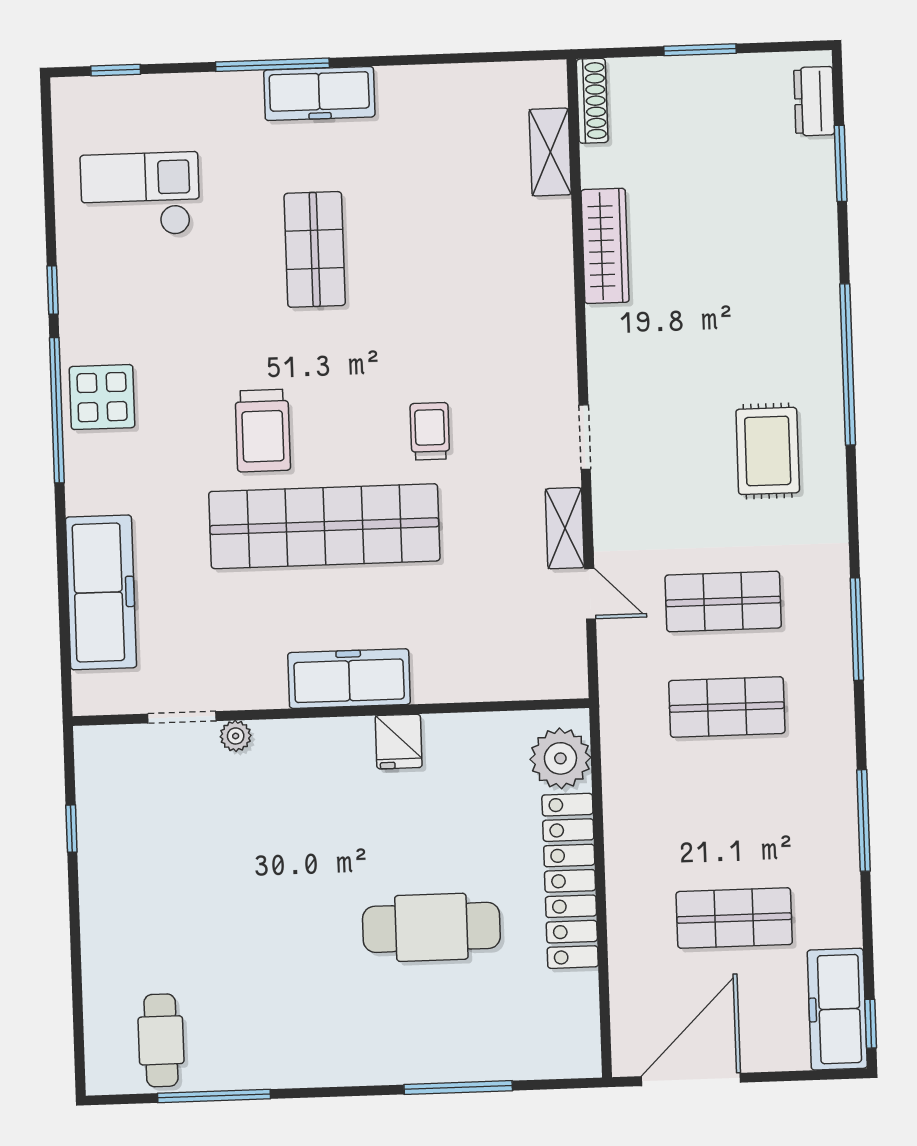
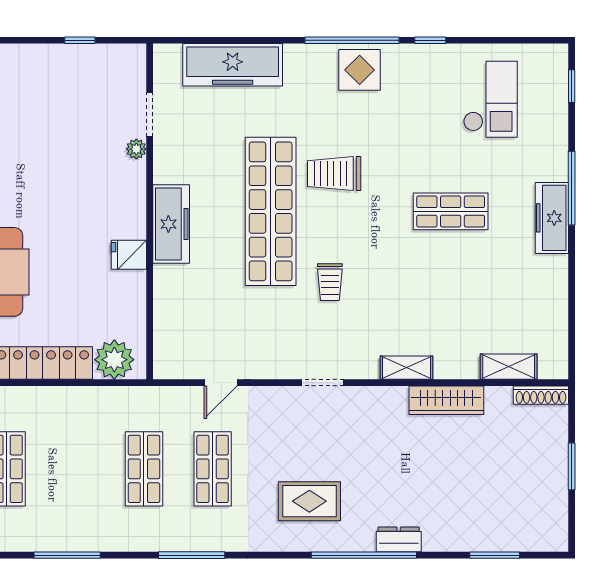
dresser: (814, 101) -> (399, 539), moved
trolley: (430, 431) -> (330, 282), turned 90
shelving: (565, 528) -> (407, 368), moved

